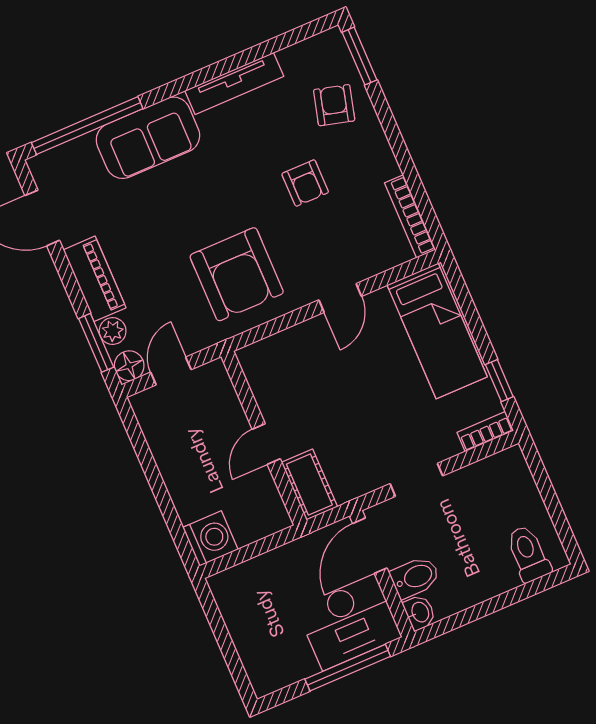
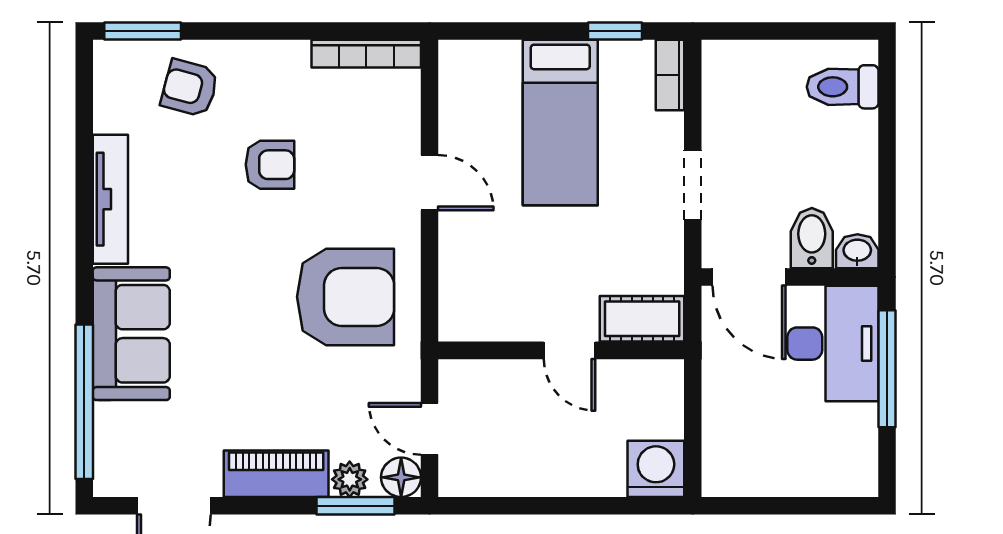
bed: (437, 331) -> (560, 122), moved, turned 90

